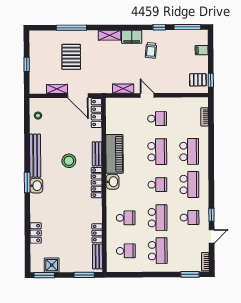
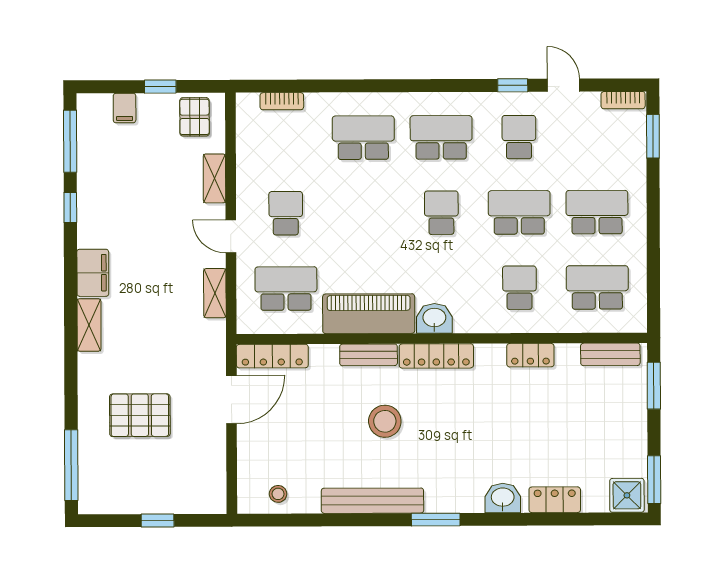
window: (71, 28) -> (71, 465), moved
trolley: (151, 50) -> (125, 227), removed
window: (211, 80) -> (160, 87), moved
shelving: (57, 89) -> (214, 178), moved
door: (147, 95) -> (231, 236), hinge flipped
school desk: (157, 152) -> (286, 289), moved
washbasin: (36, 186) -> (503, 498), moved
locker: (97, 233) -> (530, 355), moved
school desk: (126, 251) -> (597, 287), width x1.85
shower: (52, 265) -> (627, 495), moved

